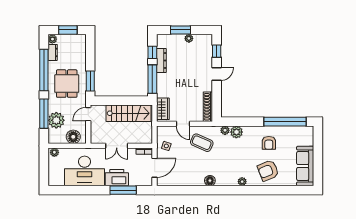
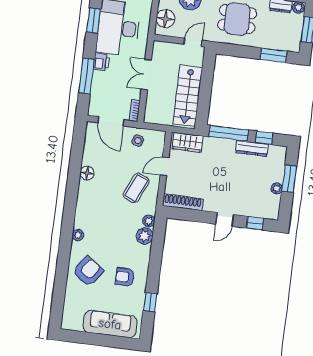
door: (217, 74) -> (225, 219), hinge flipped
window: (90, 81) -> (273, 55), moved
door: (88, 114) -> (193, 42), hinge flipped
window: (285, 122) -> (150, 302), width x0.32
sofa: (305, 166) -> (110, 324), moved
armchair: (268, 171) -> (88, 271), turned 57
printer: (117, 178) -> (102, 62), width x0.53, depth x0.68
floor lamp: (210, 181) -> (87, 173), moved
window: (81, 190) -> (94, 21), added

